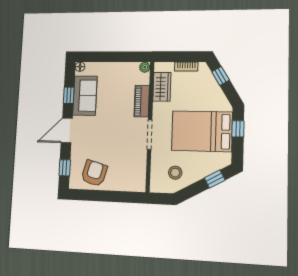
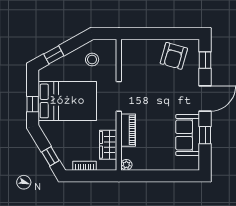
floor lamp: (80, 67) -> (194, 165), removed

